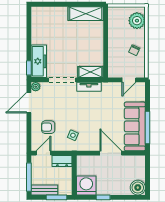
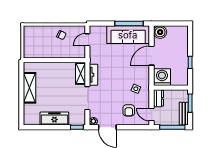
shelving: (86, 14) -> (30, 88), moved
plant: (137, 21) -> (36, 33), removed
freezer: (39, 61) -> (54, 119), moved
door: (129, 80) -> (87, 40), swing flipped
washing machine: (86, 185) -> (162, 77), moved, turned 90
boiler: (138, 188) -> (160, 32), moved

